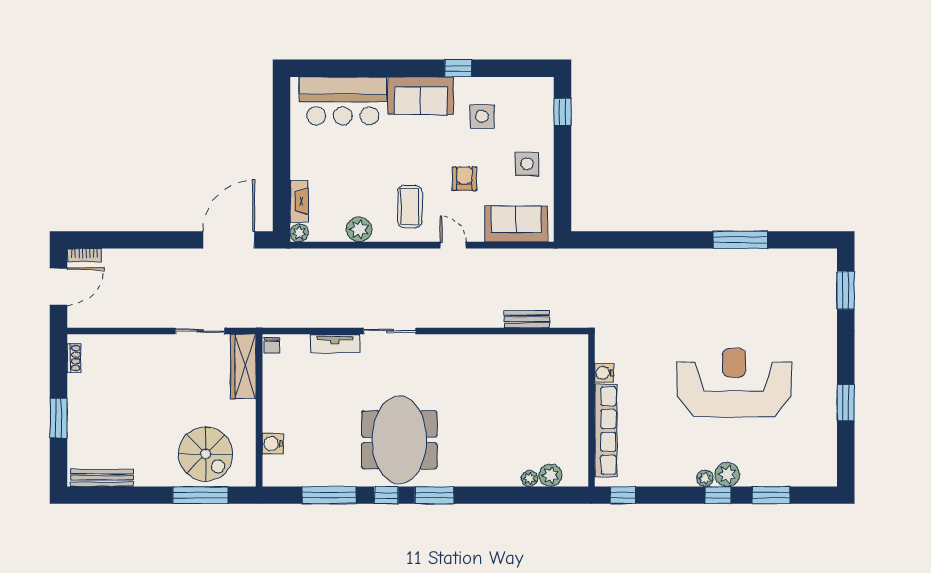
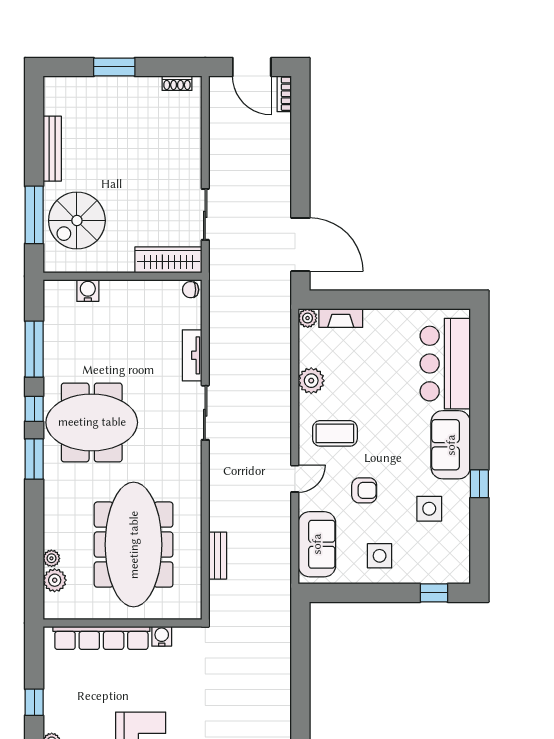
meeting table: (516, 400) -> (134, 545), added
bench: (102, 478) -> (52, 149), moved
window: (623, 495) -> (34, 702), moved

